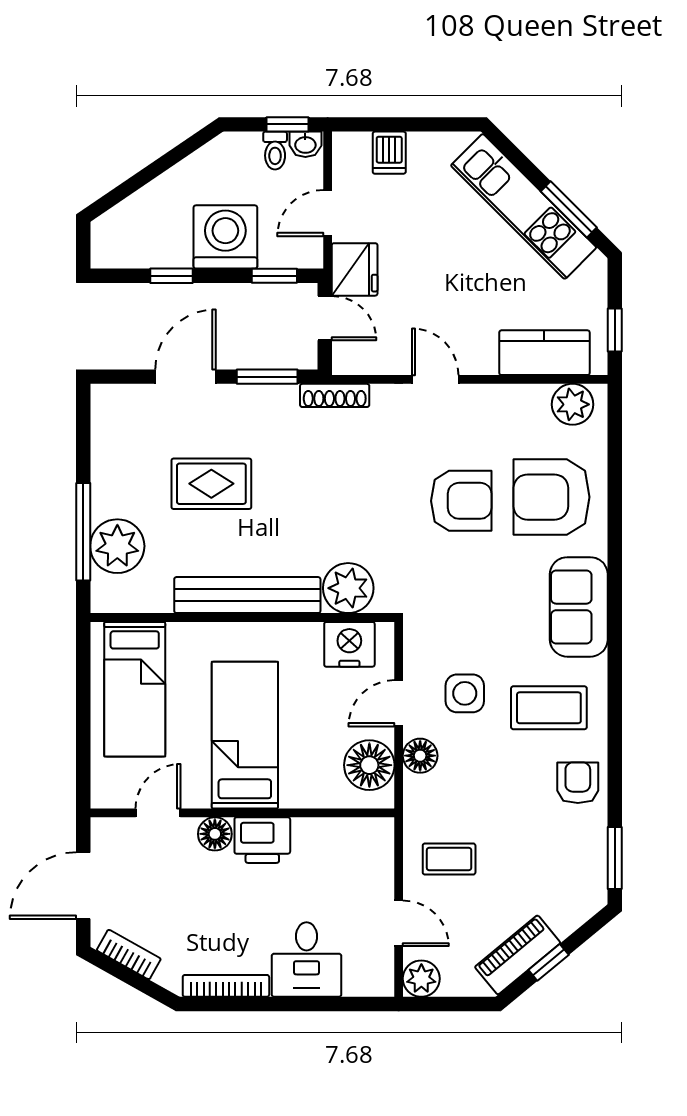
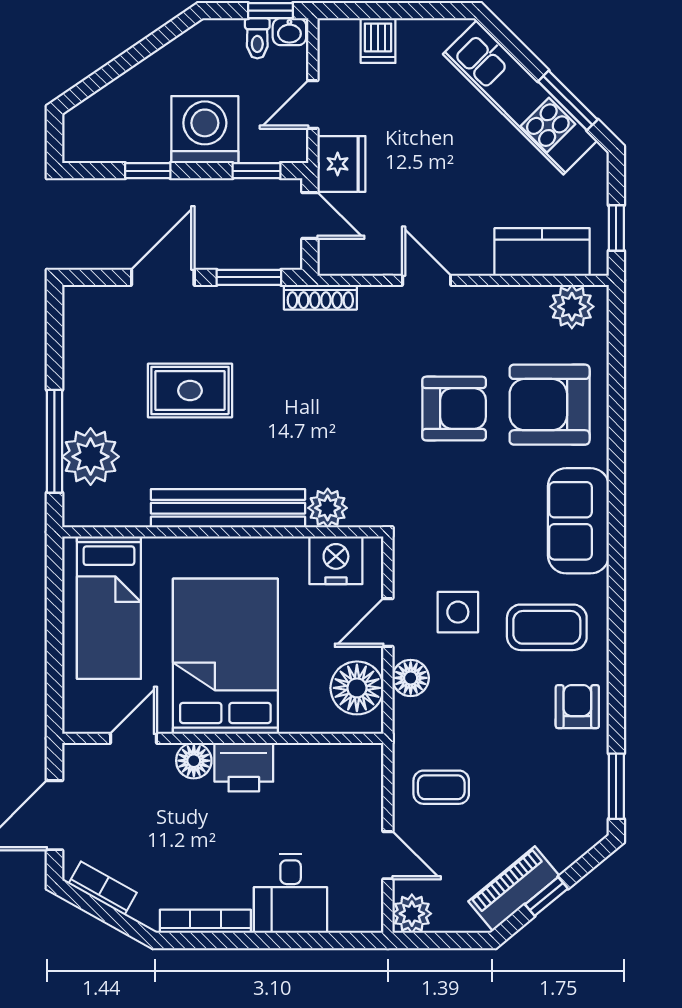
plant: (348, 588) -> (328, 508), width x0.73, depth x0.73
bed: (245, 735) -> (225, 656), width x1.50

